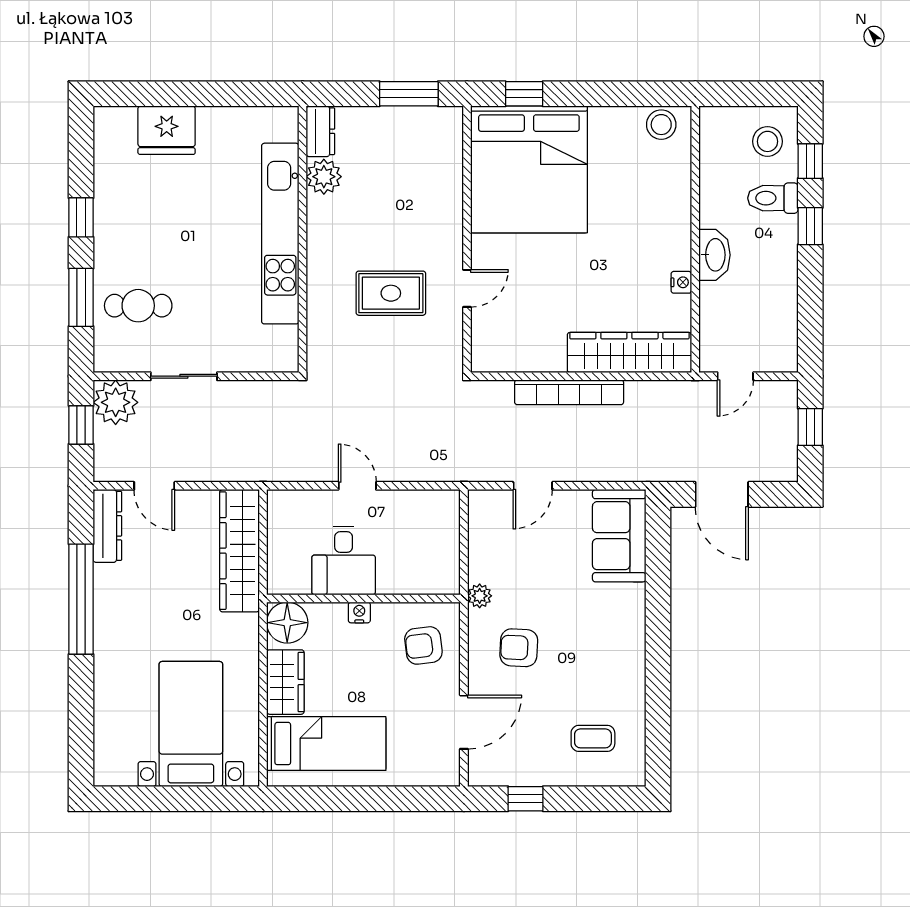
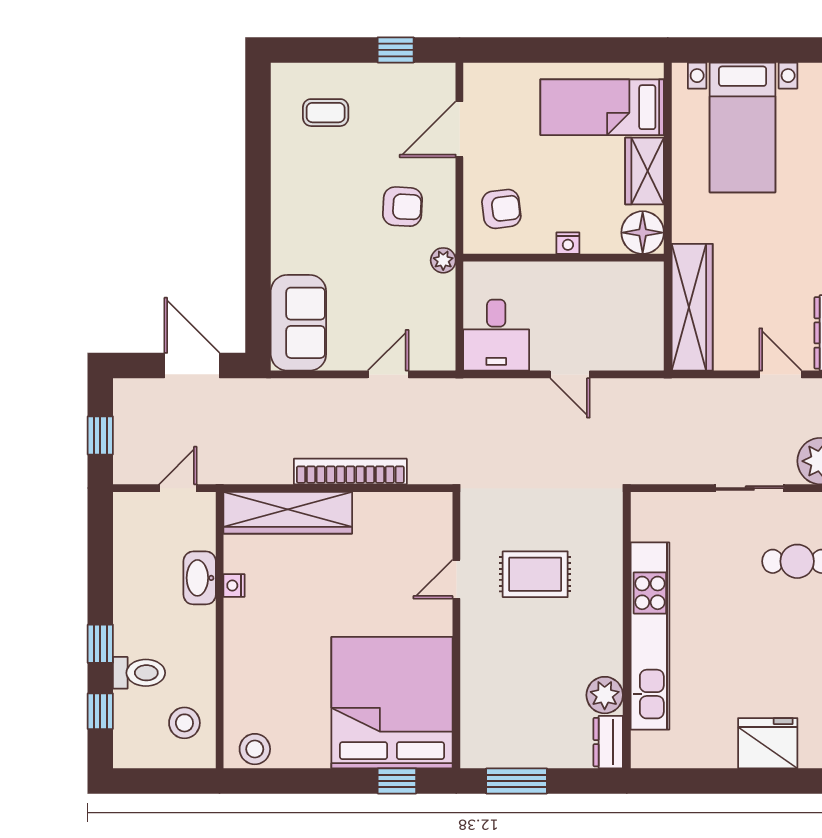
stool: (768, 141) -> (184, 723), moved
washbasin: (714, 255) -> (200, 578), moved
desk: (344, 561) -> (496, 335), moved, turned 180

